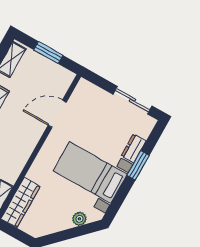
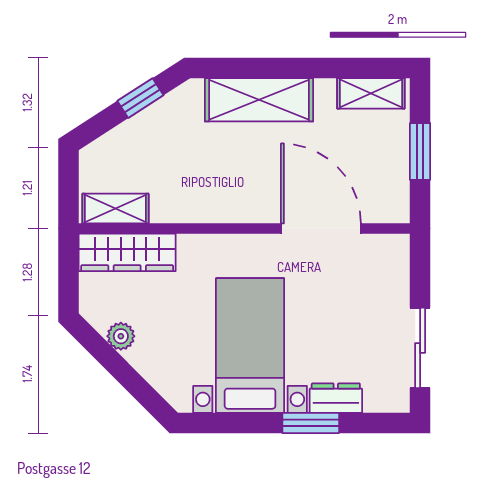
door: (57, 114) -> (321, 229), width x1.36
plant: (79, 219) -> (121, 336), moved

